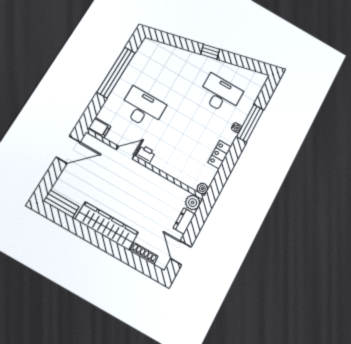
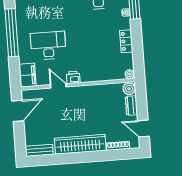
filing cabinet: (99, 128) -> (28, 75), width x2.00
door: (125, 152) -> (58, 86), hinge flipped

